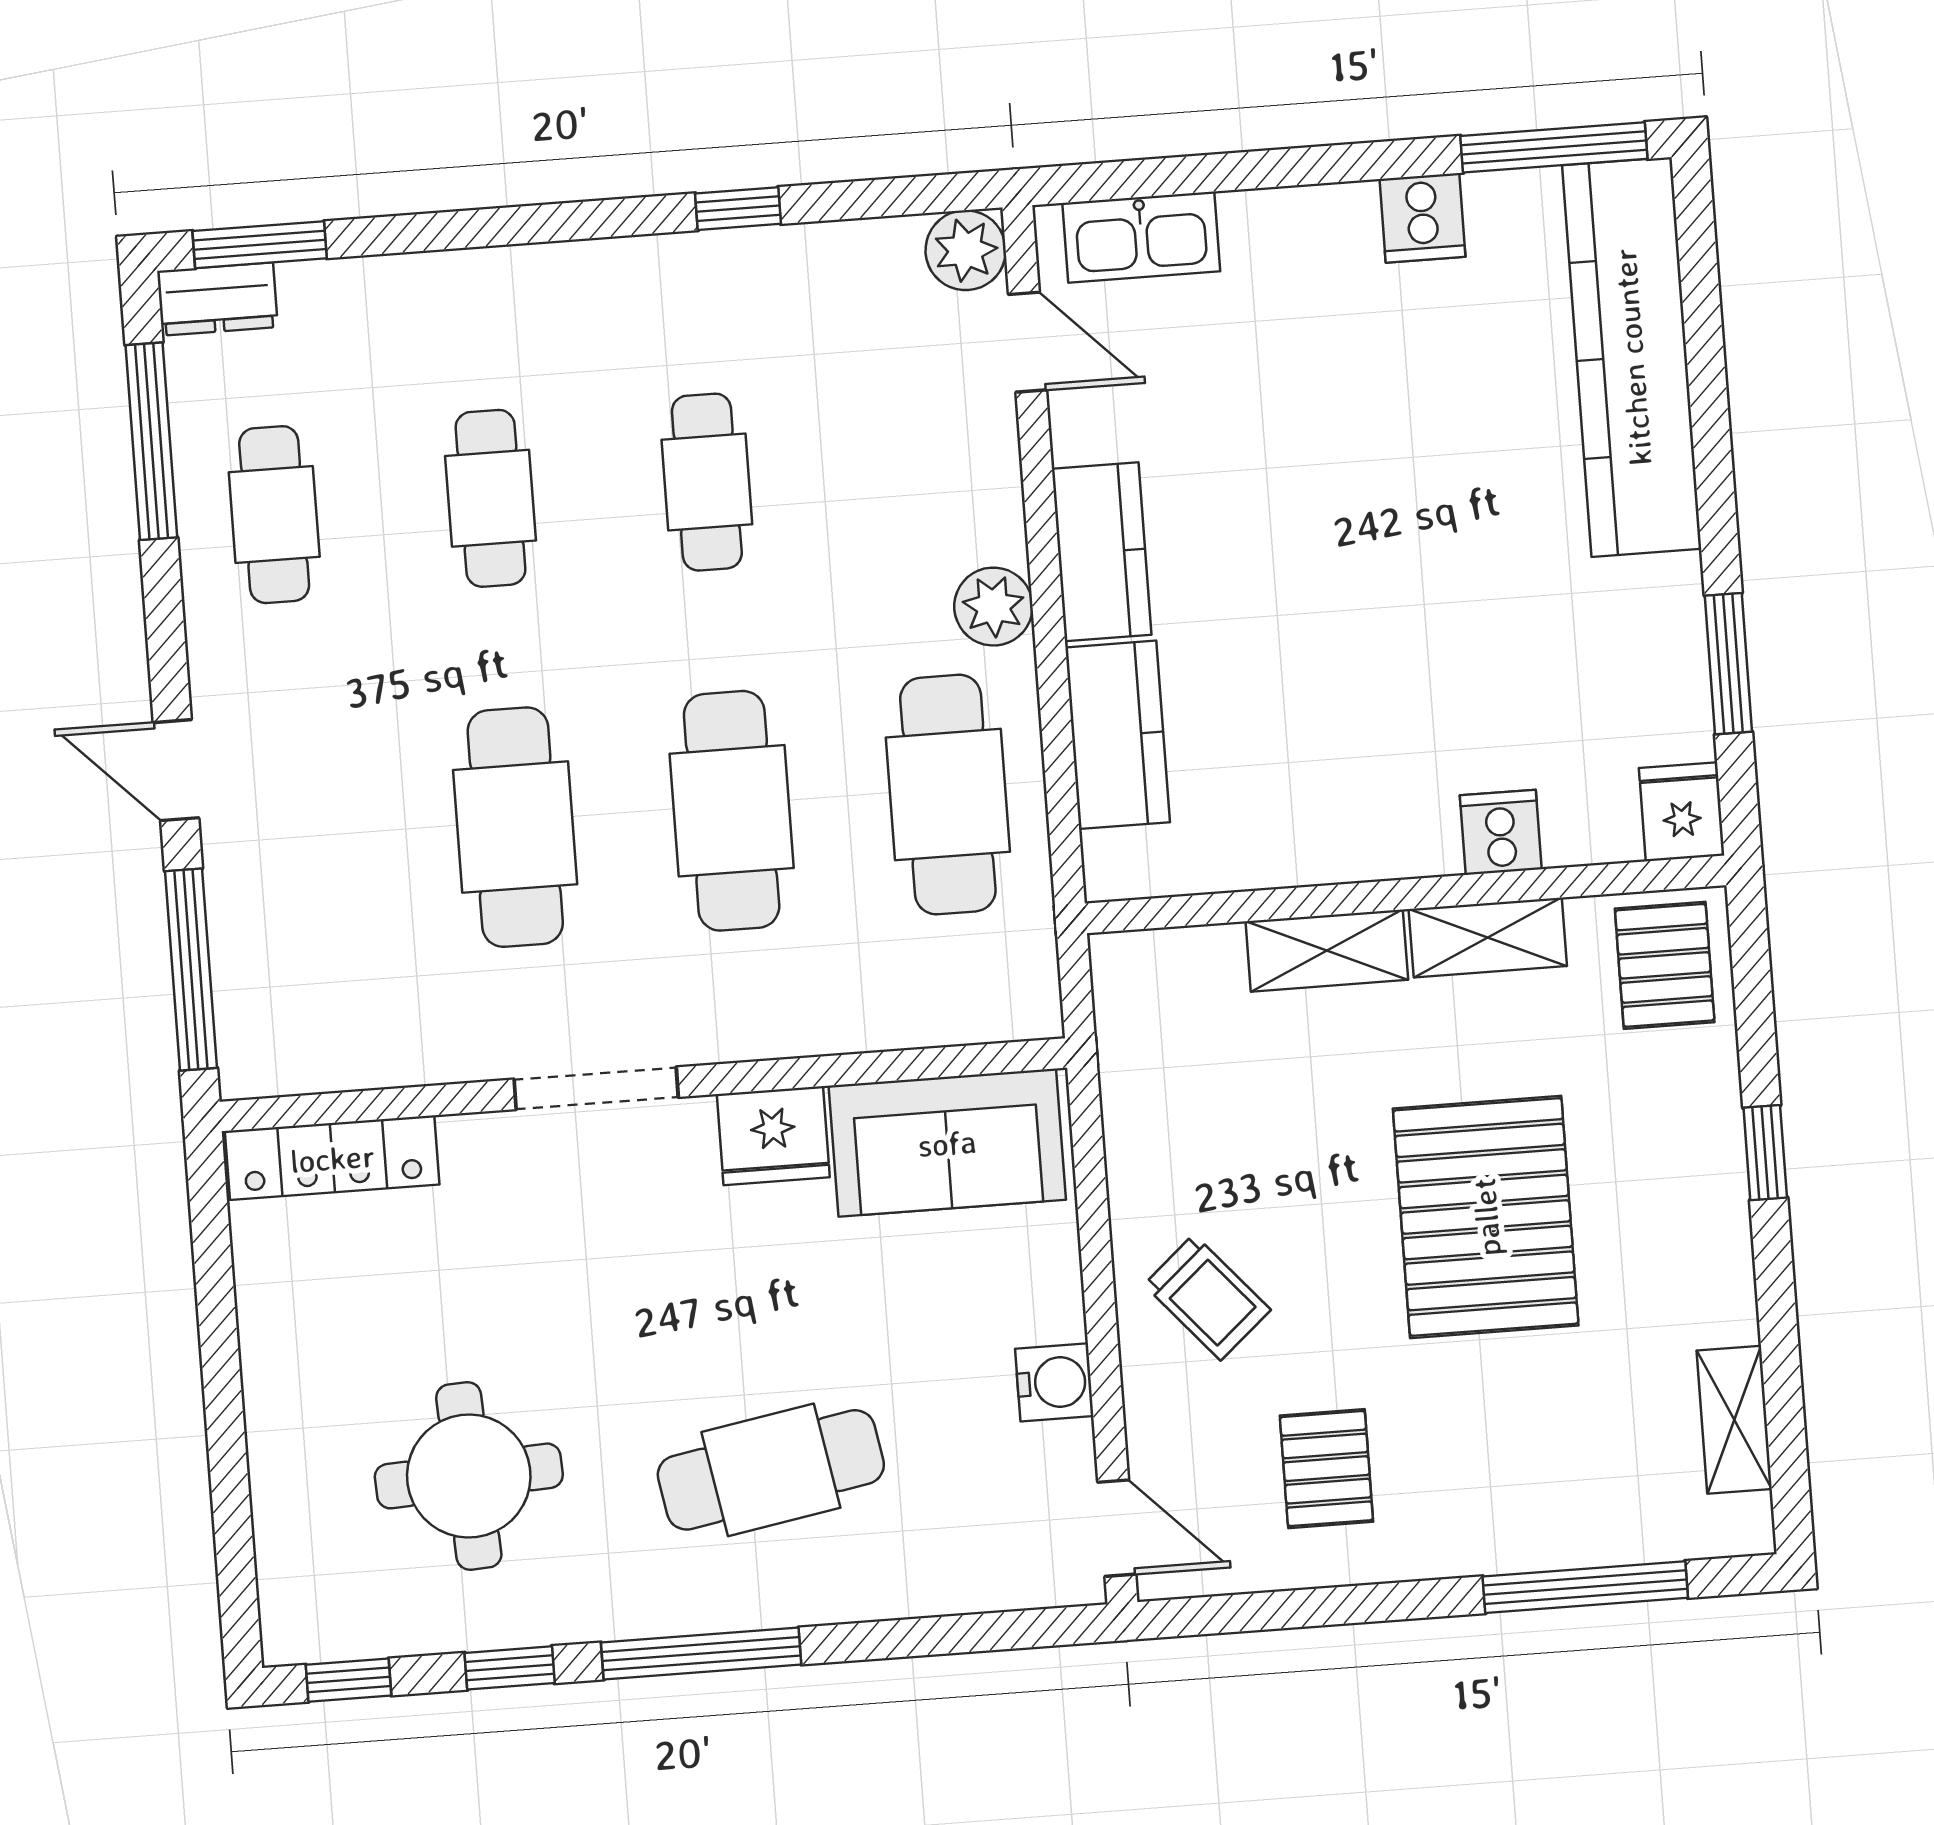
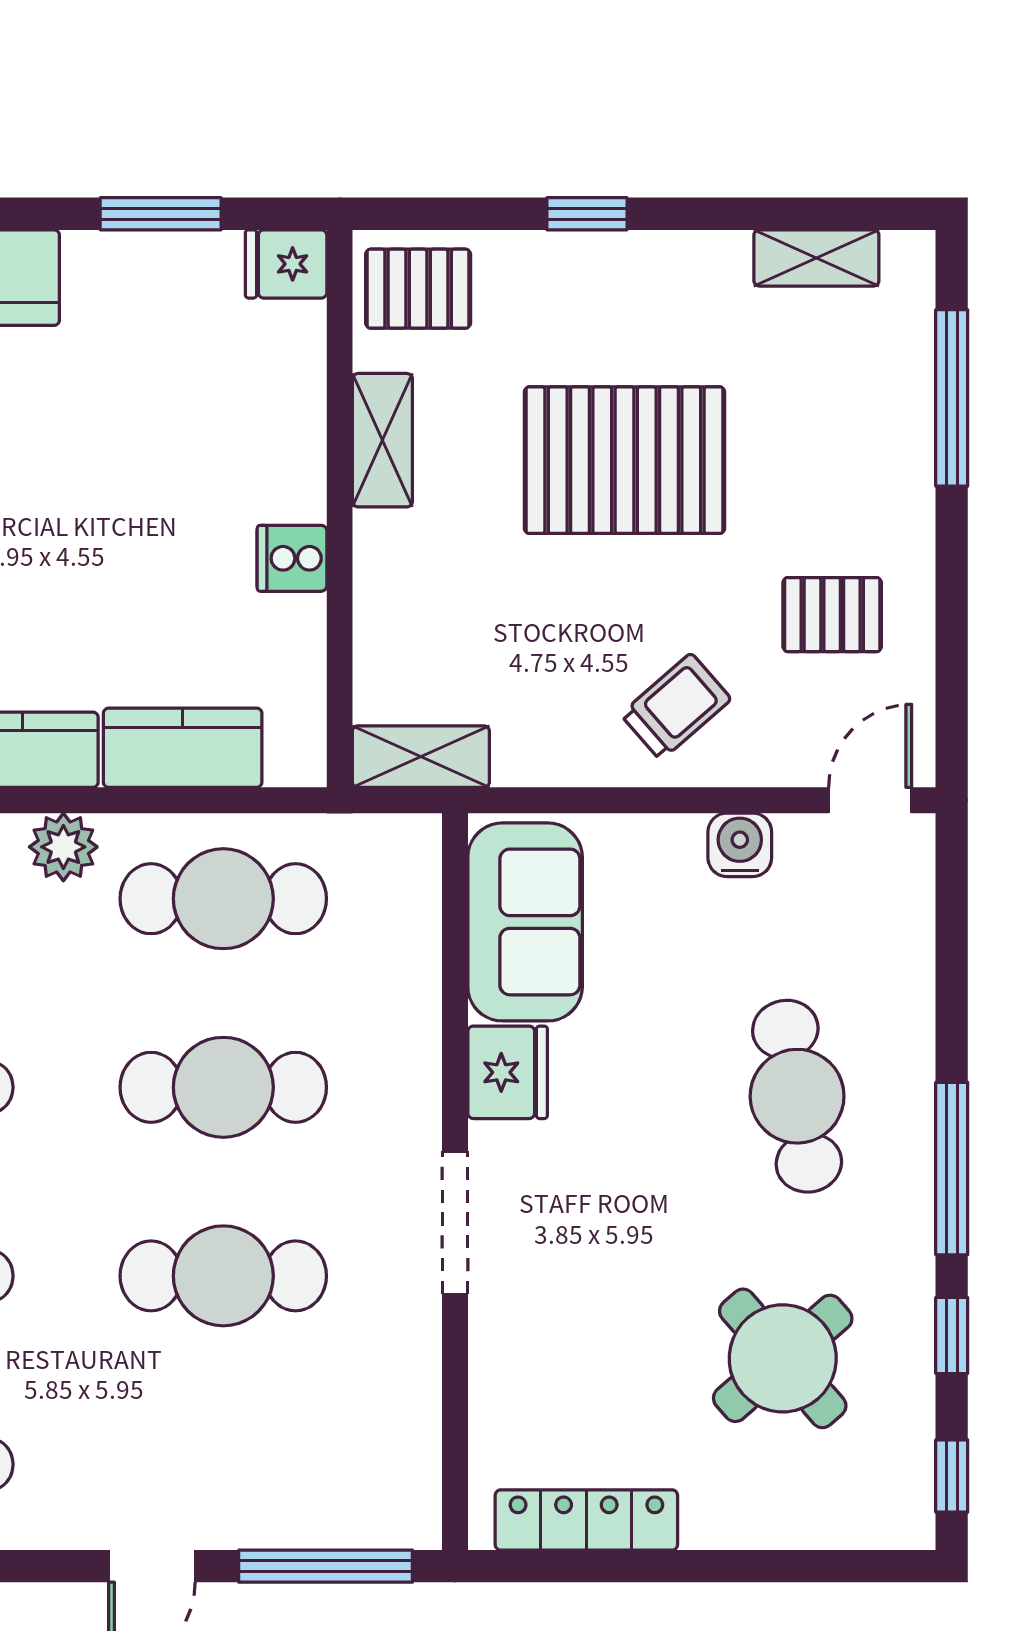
cooker: (1501, 832) -> (292, 558), moved
shelving: (1327, 951) -> (421, 757), moved, turned 90
locker: (332, 1158) -> (586, 1520), moved, turned -90
round table: (469, 1476) -> (783, 1358), turned -38

